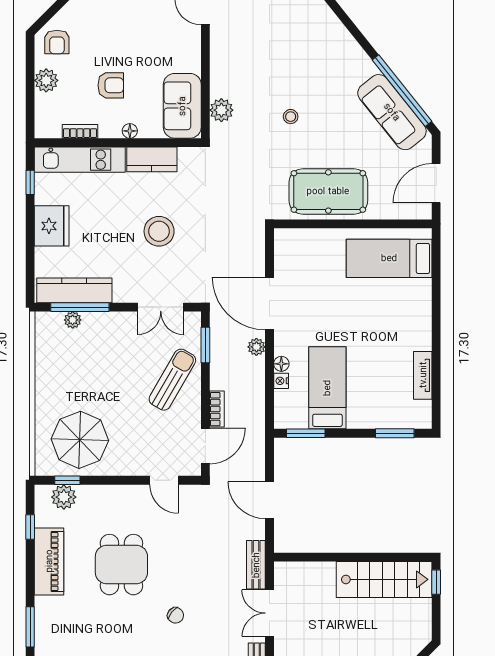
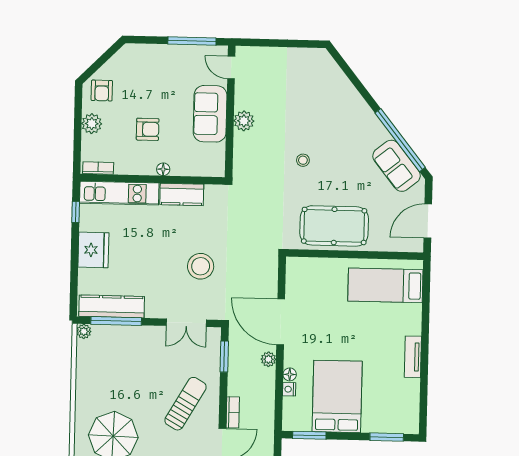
sofa: (182, 106) -> (210, 114), moved
plant: (221, 110) -> (244, 121), moved
sofa: (392, 112) -> (397, 166), width x0.73
bookcase: (80, 131) -> (98, 168), moved
stool: (159, 231) -> (201, 266), moved
plant: (73, 320) -> (84, 331), moved
tv unit: (423, 375) -> (413, 357), moved
sun lounger: (172, 380) -> (186, 404), moved
bed: (327, 388) -> (337, 396), width x1.50

